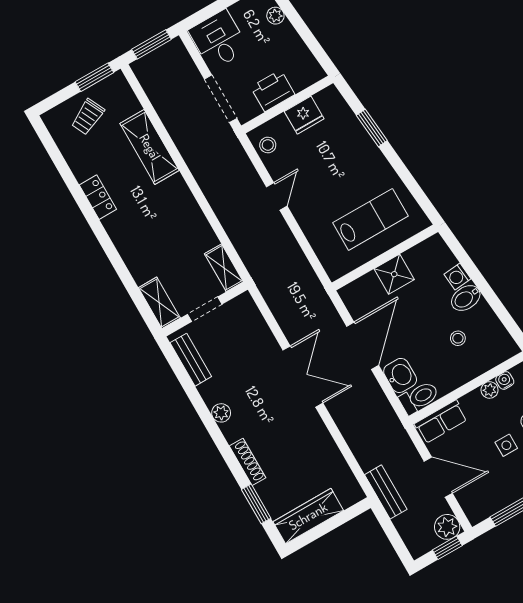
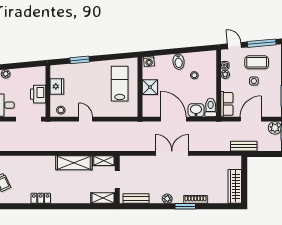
shelving: (150, 147) -> (74, 163), moved
washing machine: (458, 277) -> (149, 61), moved
window: (256, 504) -> (185, 206), moved

